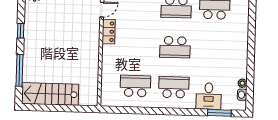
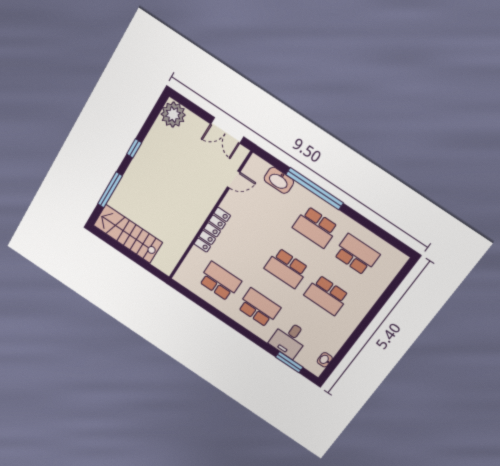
locker: (109, 32) -> (212, 230), moved, width x1.53
school desk: (213, 48) -> (327, 295), added
plant: (242, 83) -> (333, 349), removed

